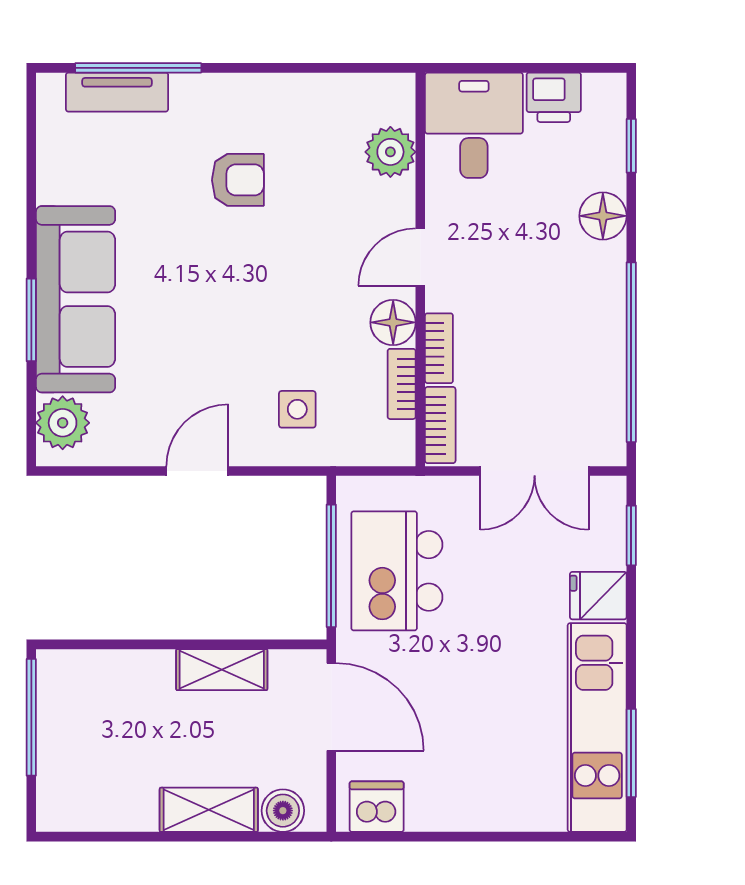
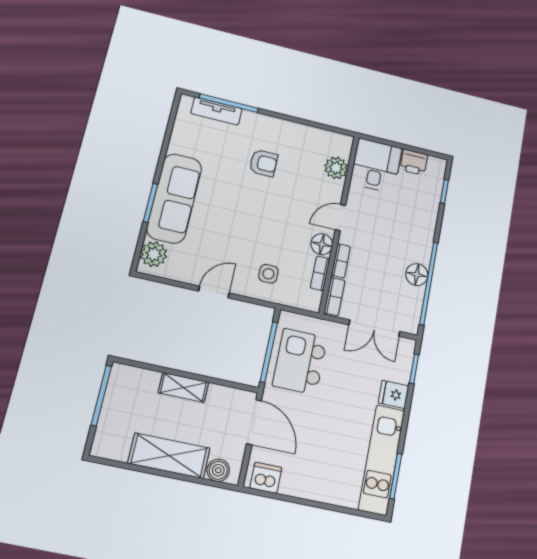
floor lamp: (603, 216) -> (417, 275), moved
shelving: (222, 670) -> (184, 387), moved
shelving: (209, 810) -> (169, 456), width x1.50, depth x1.33

